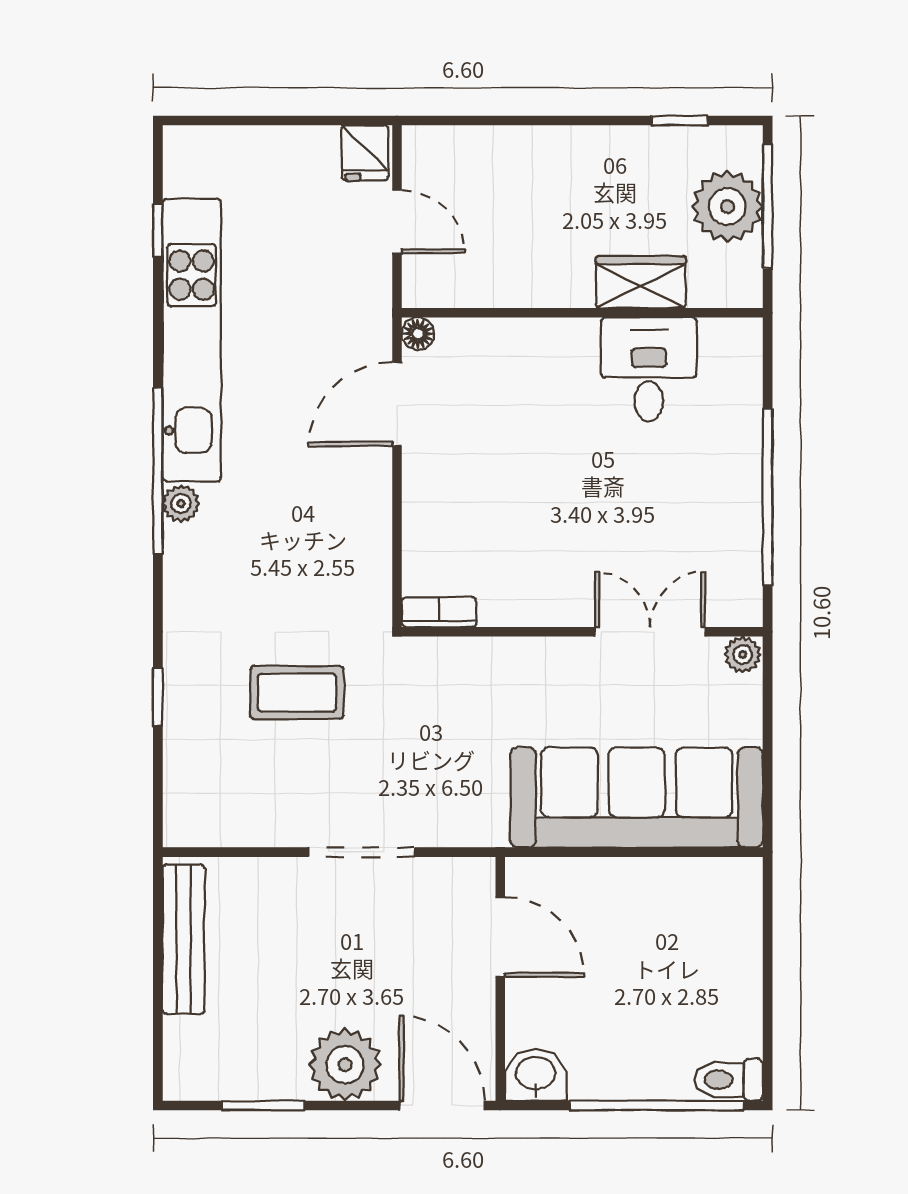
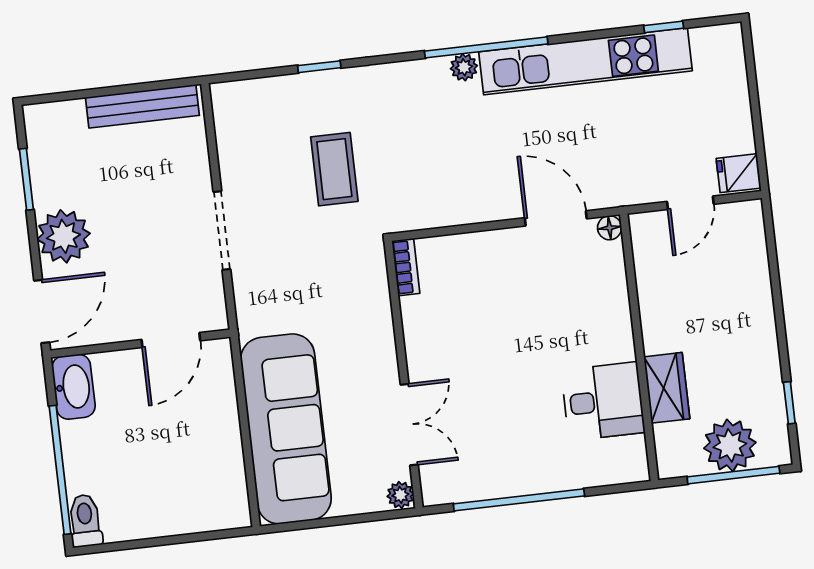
washbasin: (536, 1075) -> (73, 387), width x1.38

